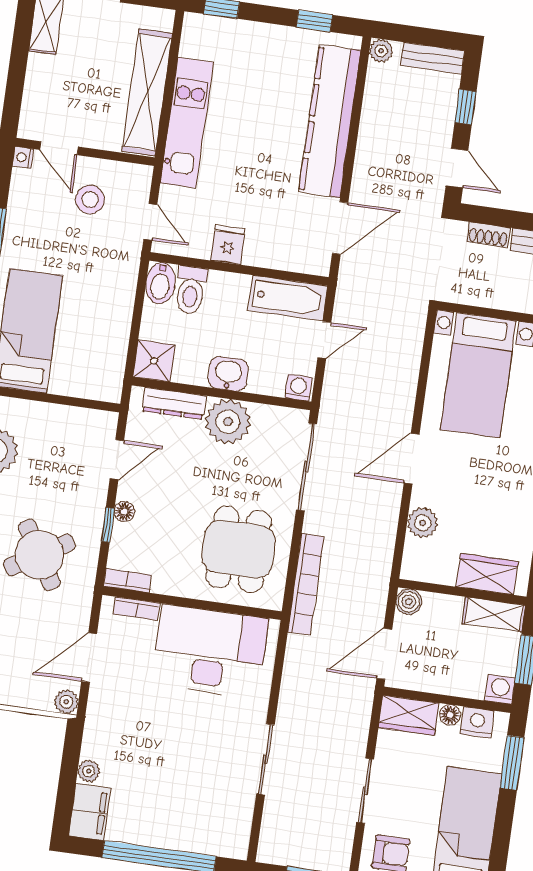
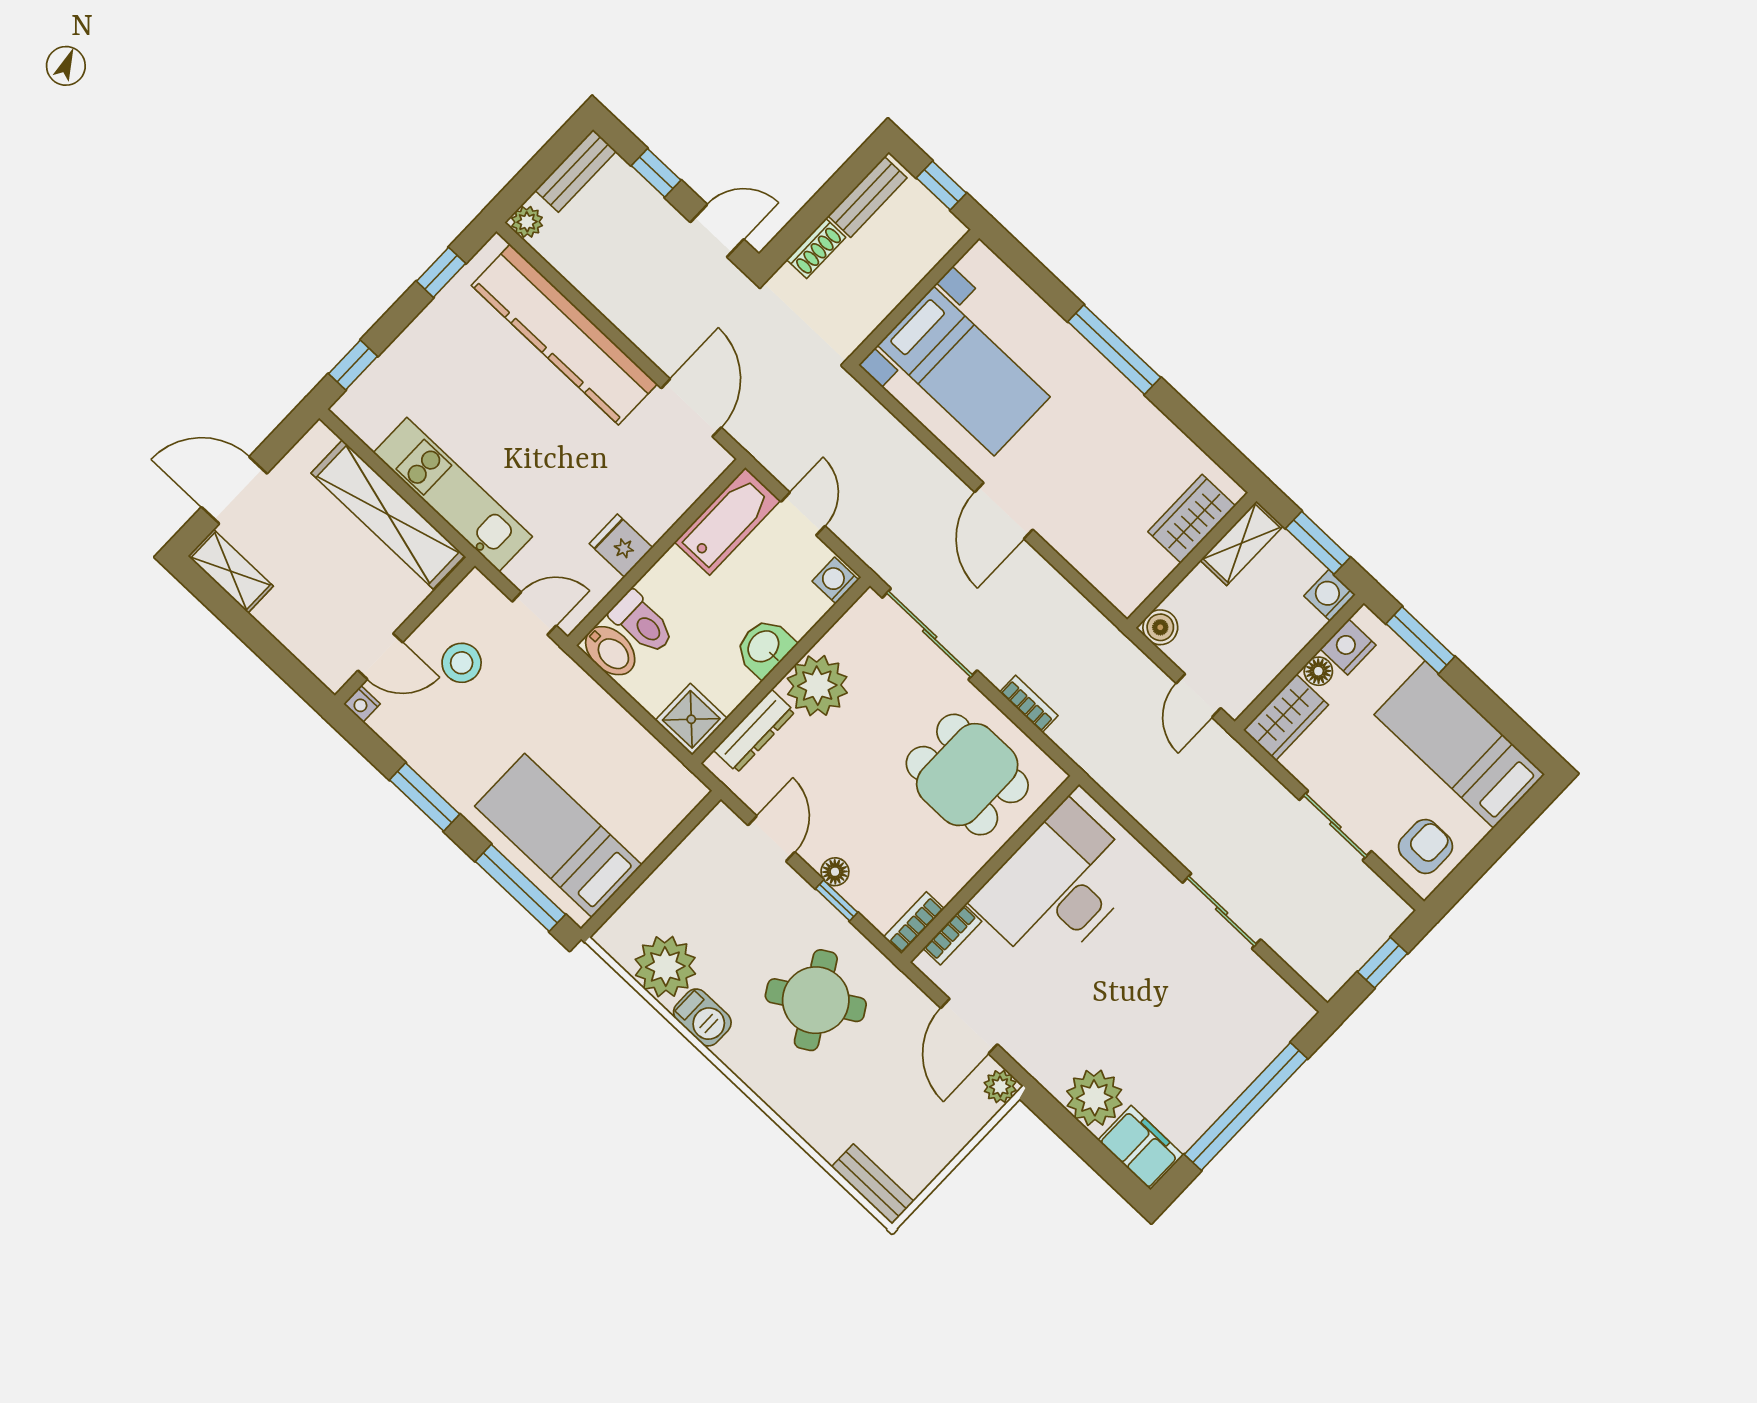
plant: (423, 523) -> (1084, 550), removed
bookcase: (306, 584) -> (1029, 704), width x0.43, depth x0.76
door: (384, 654) -> (1199, 696), width x0.73
plant: (89, 771) -> (1094, 1098), width x1.88, depth x1.88

